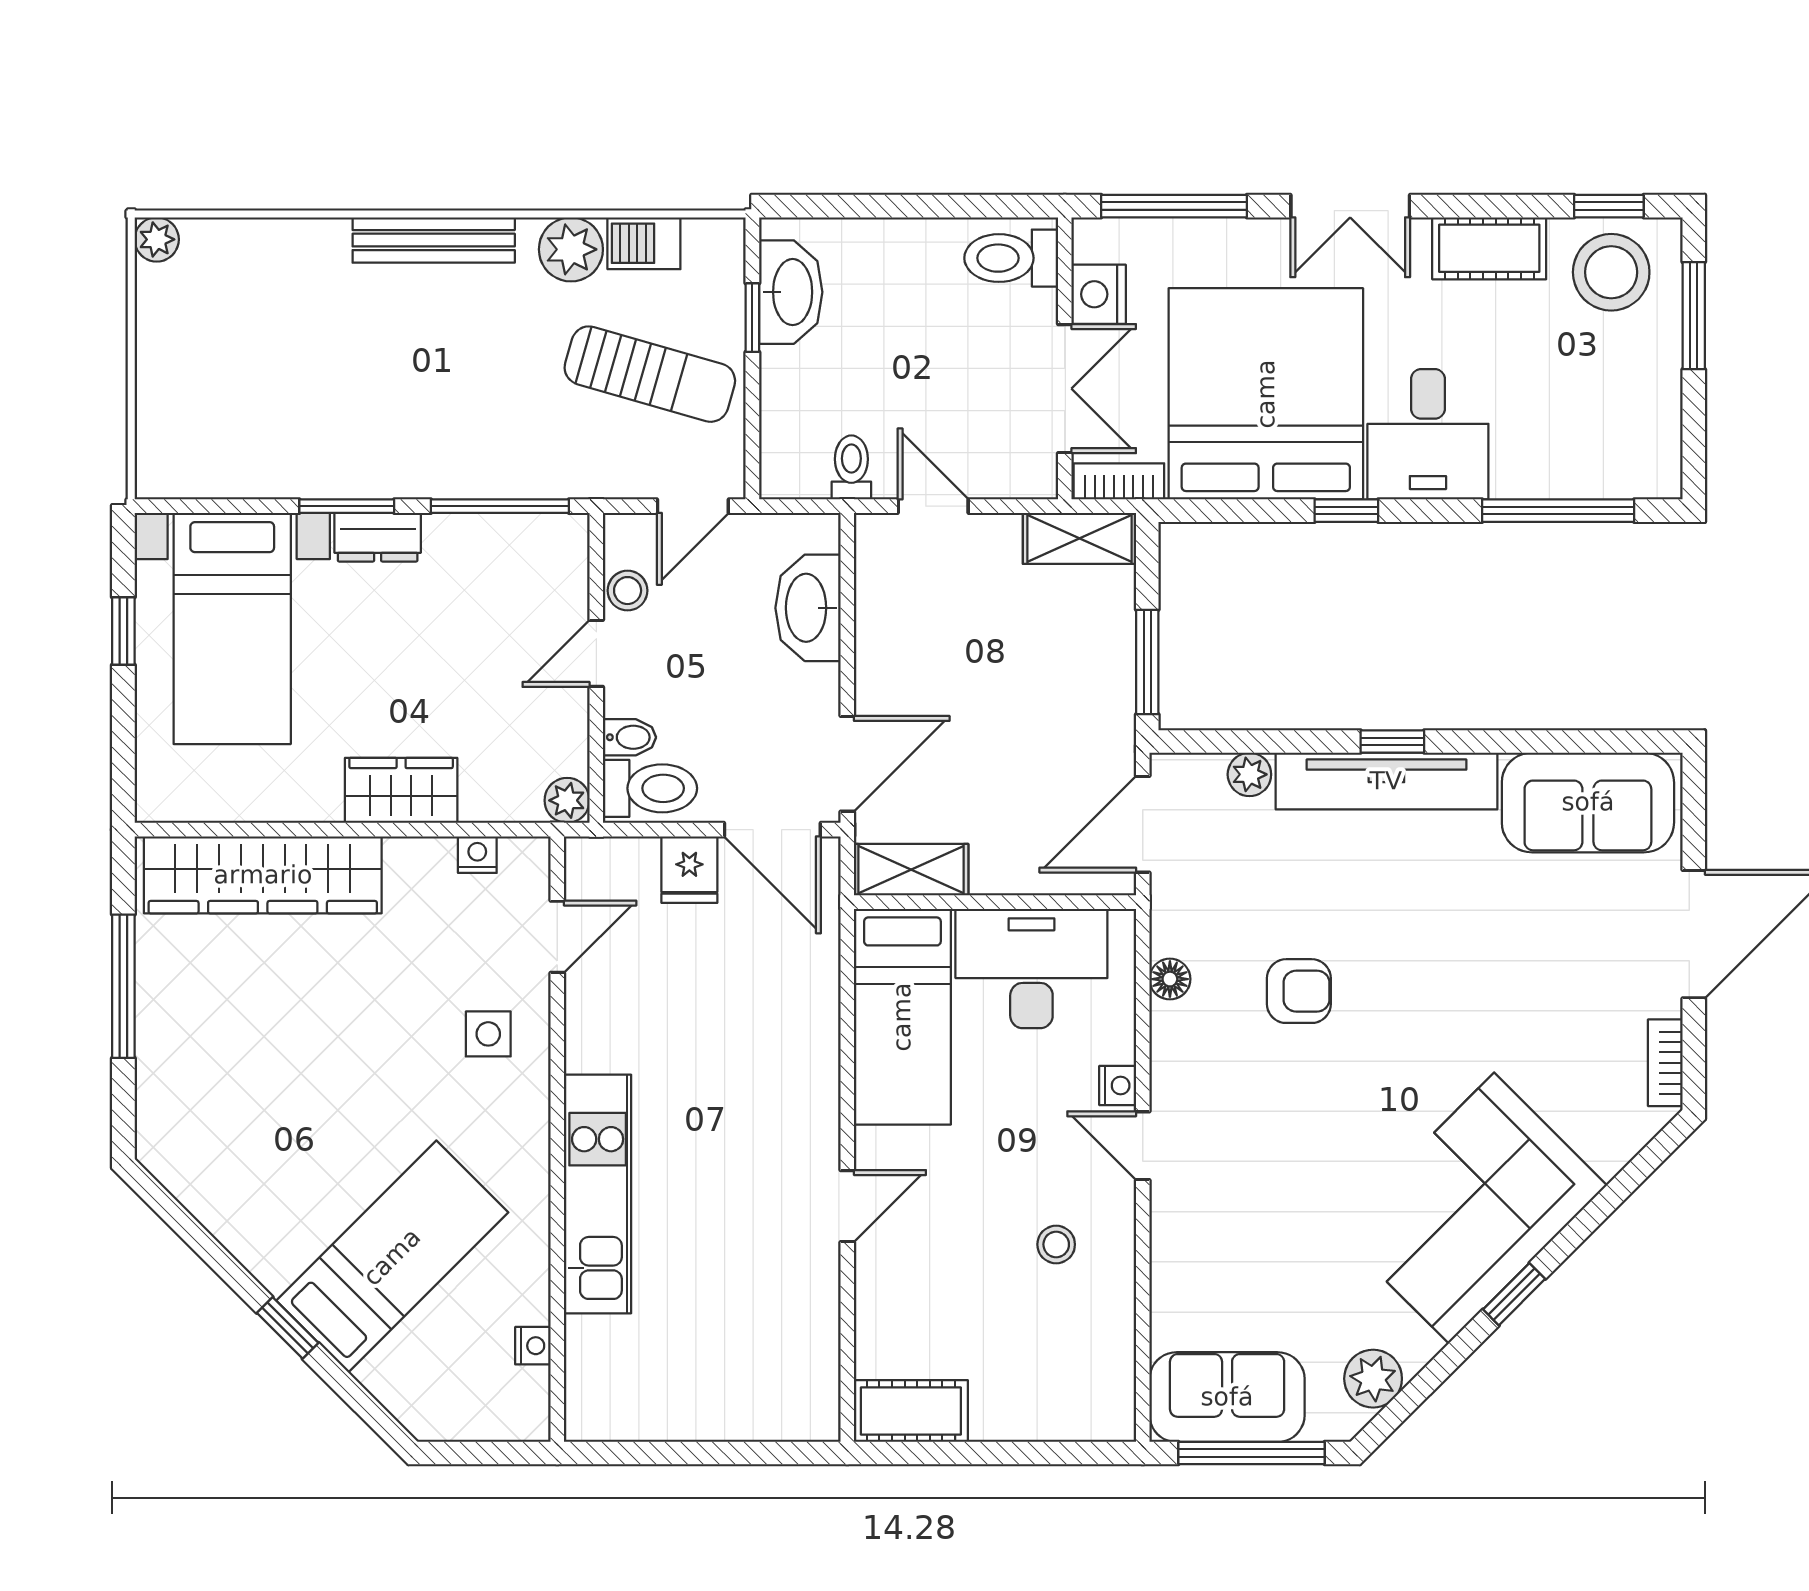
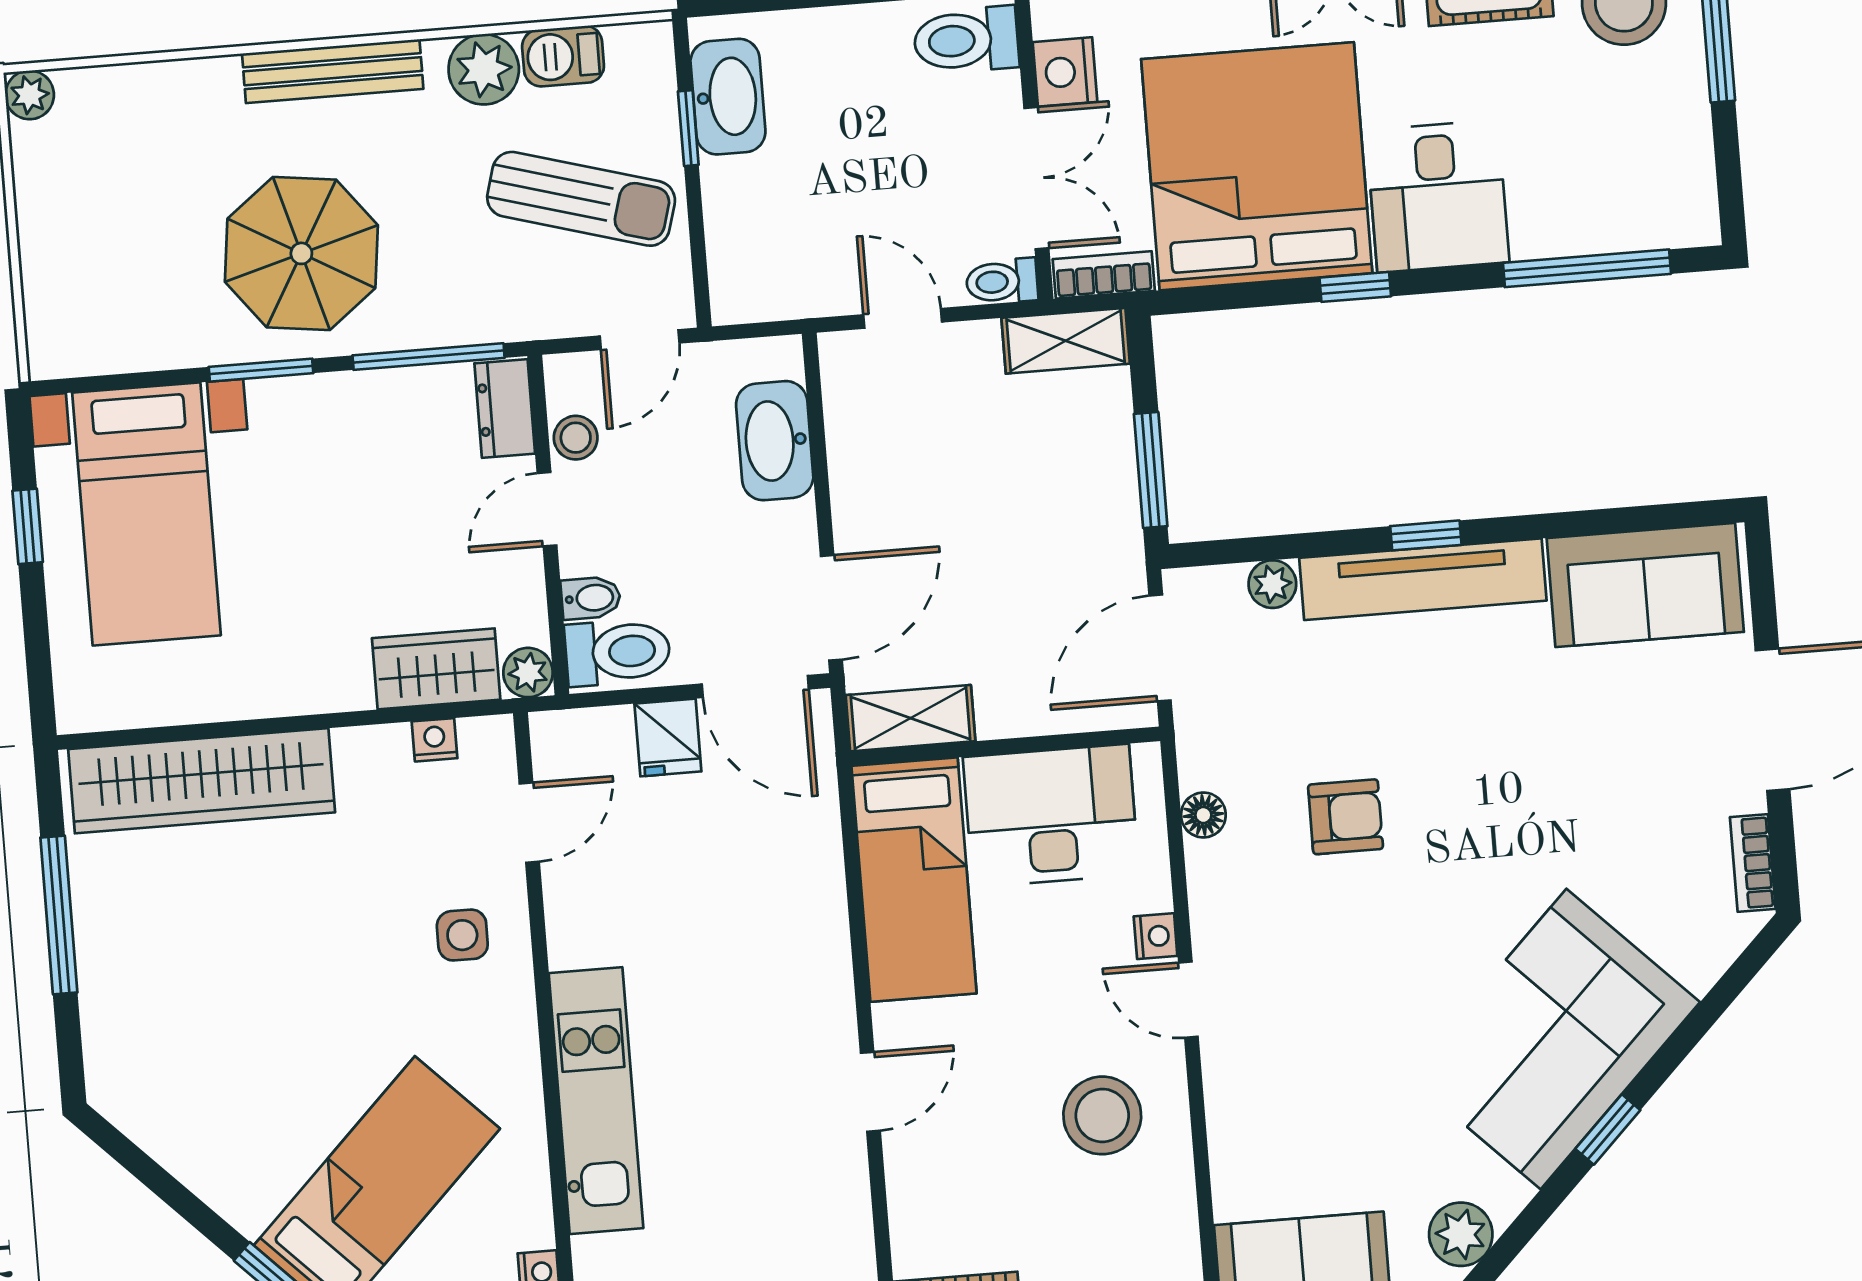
parasol: (392, 403) -> (301, 253), added
toilet: (851, 467) -> (1002, 281), moved, turned -90
dresser: (378, 537) -> (505, 408), moved, turned 90
wardrobe: (401, 790) -> (436, 669), moved
stool: (1056, 1244) -> (1102, 1115), width x1.89, depth x1.89

